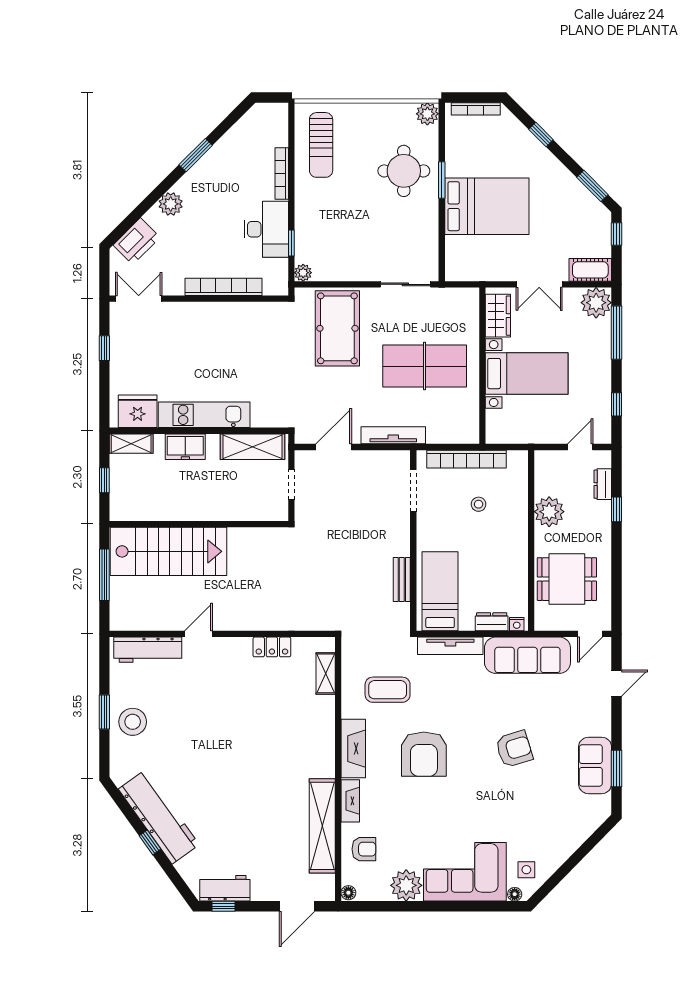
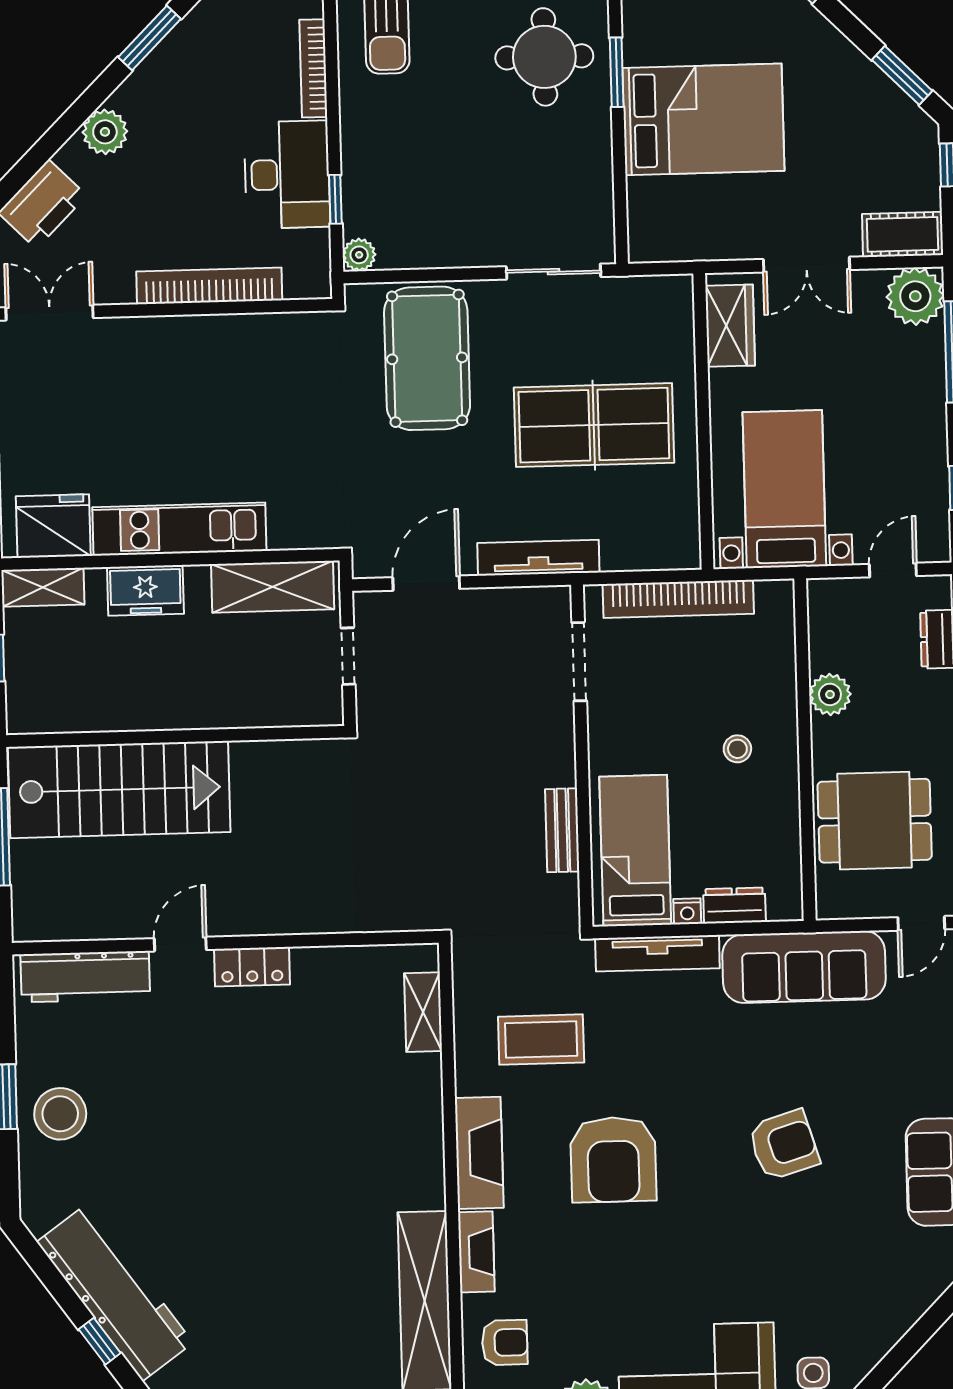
bed with nightstands: (527, 374) -> (784, 489), moved, turned -90
stool: (479, 504) -> (737, 749), moved
plant: (549, 512) -> (830, 694), width x0.73, depth x0.73
nightstand: (517, 624) -> (687, 911), moved
locker: (272, 647) -> (252, 967), moved

